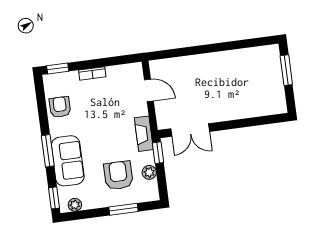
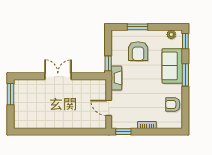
window: (58, 68) -> (123, 132), moved
window: (286, 70) -> (10, 94), moved
armchair: (60, 107) -> (173, 104), turned 90
double door: (190, 130) -> (58, 76), moved
plant: (149, 172) -> (116, 50), removed

